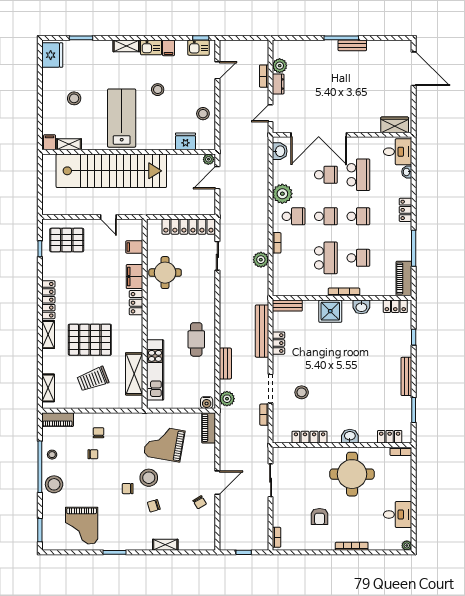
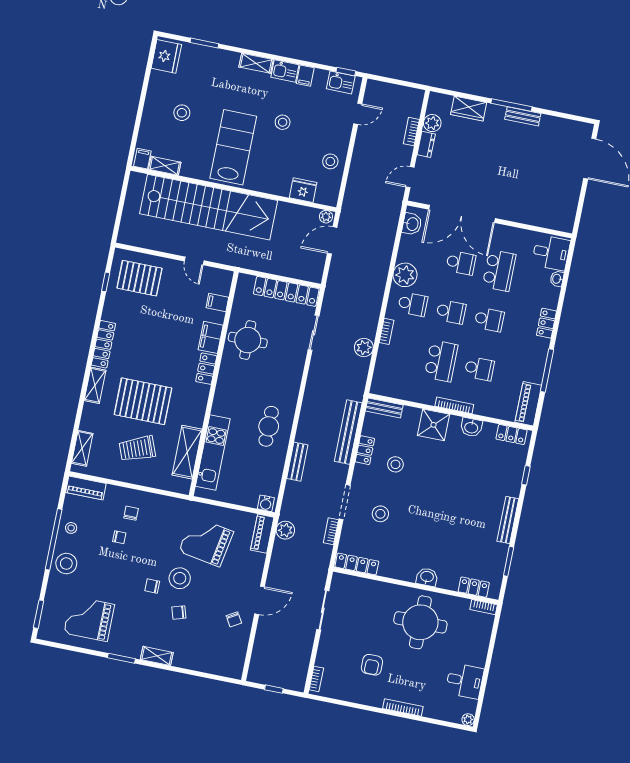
wardrobe: (395, 125) -> (469, 108), moved, turned 180
stool: (306, 350) -> (395, 464), added
plant: (227, 399) -> (285, 530), moved
locker: (310, 437) -> (357, 564), moved
grand piano: (82, 526) -> (89, 619), turned 90
shelving: (165, 545) -> (157, 656), moved

